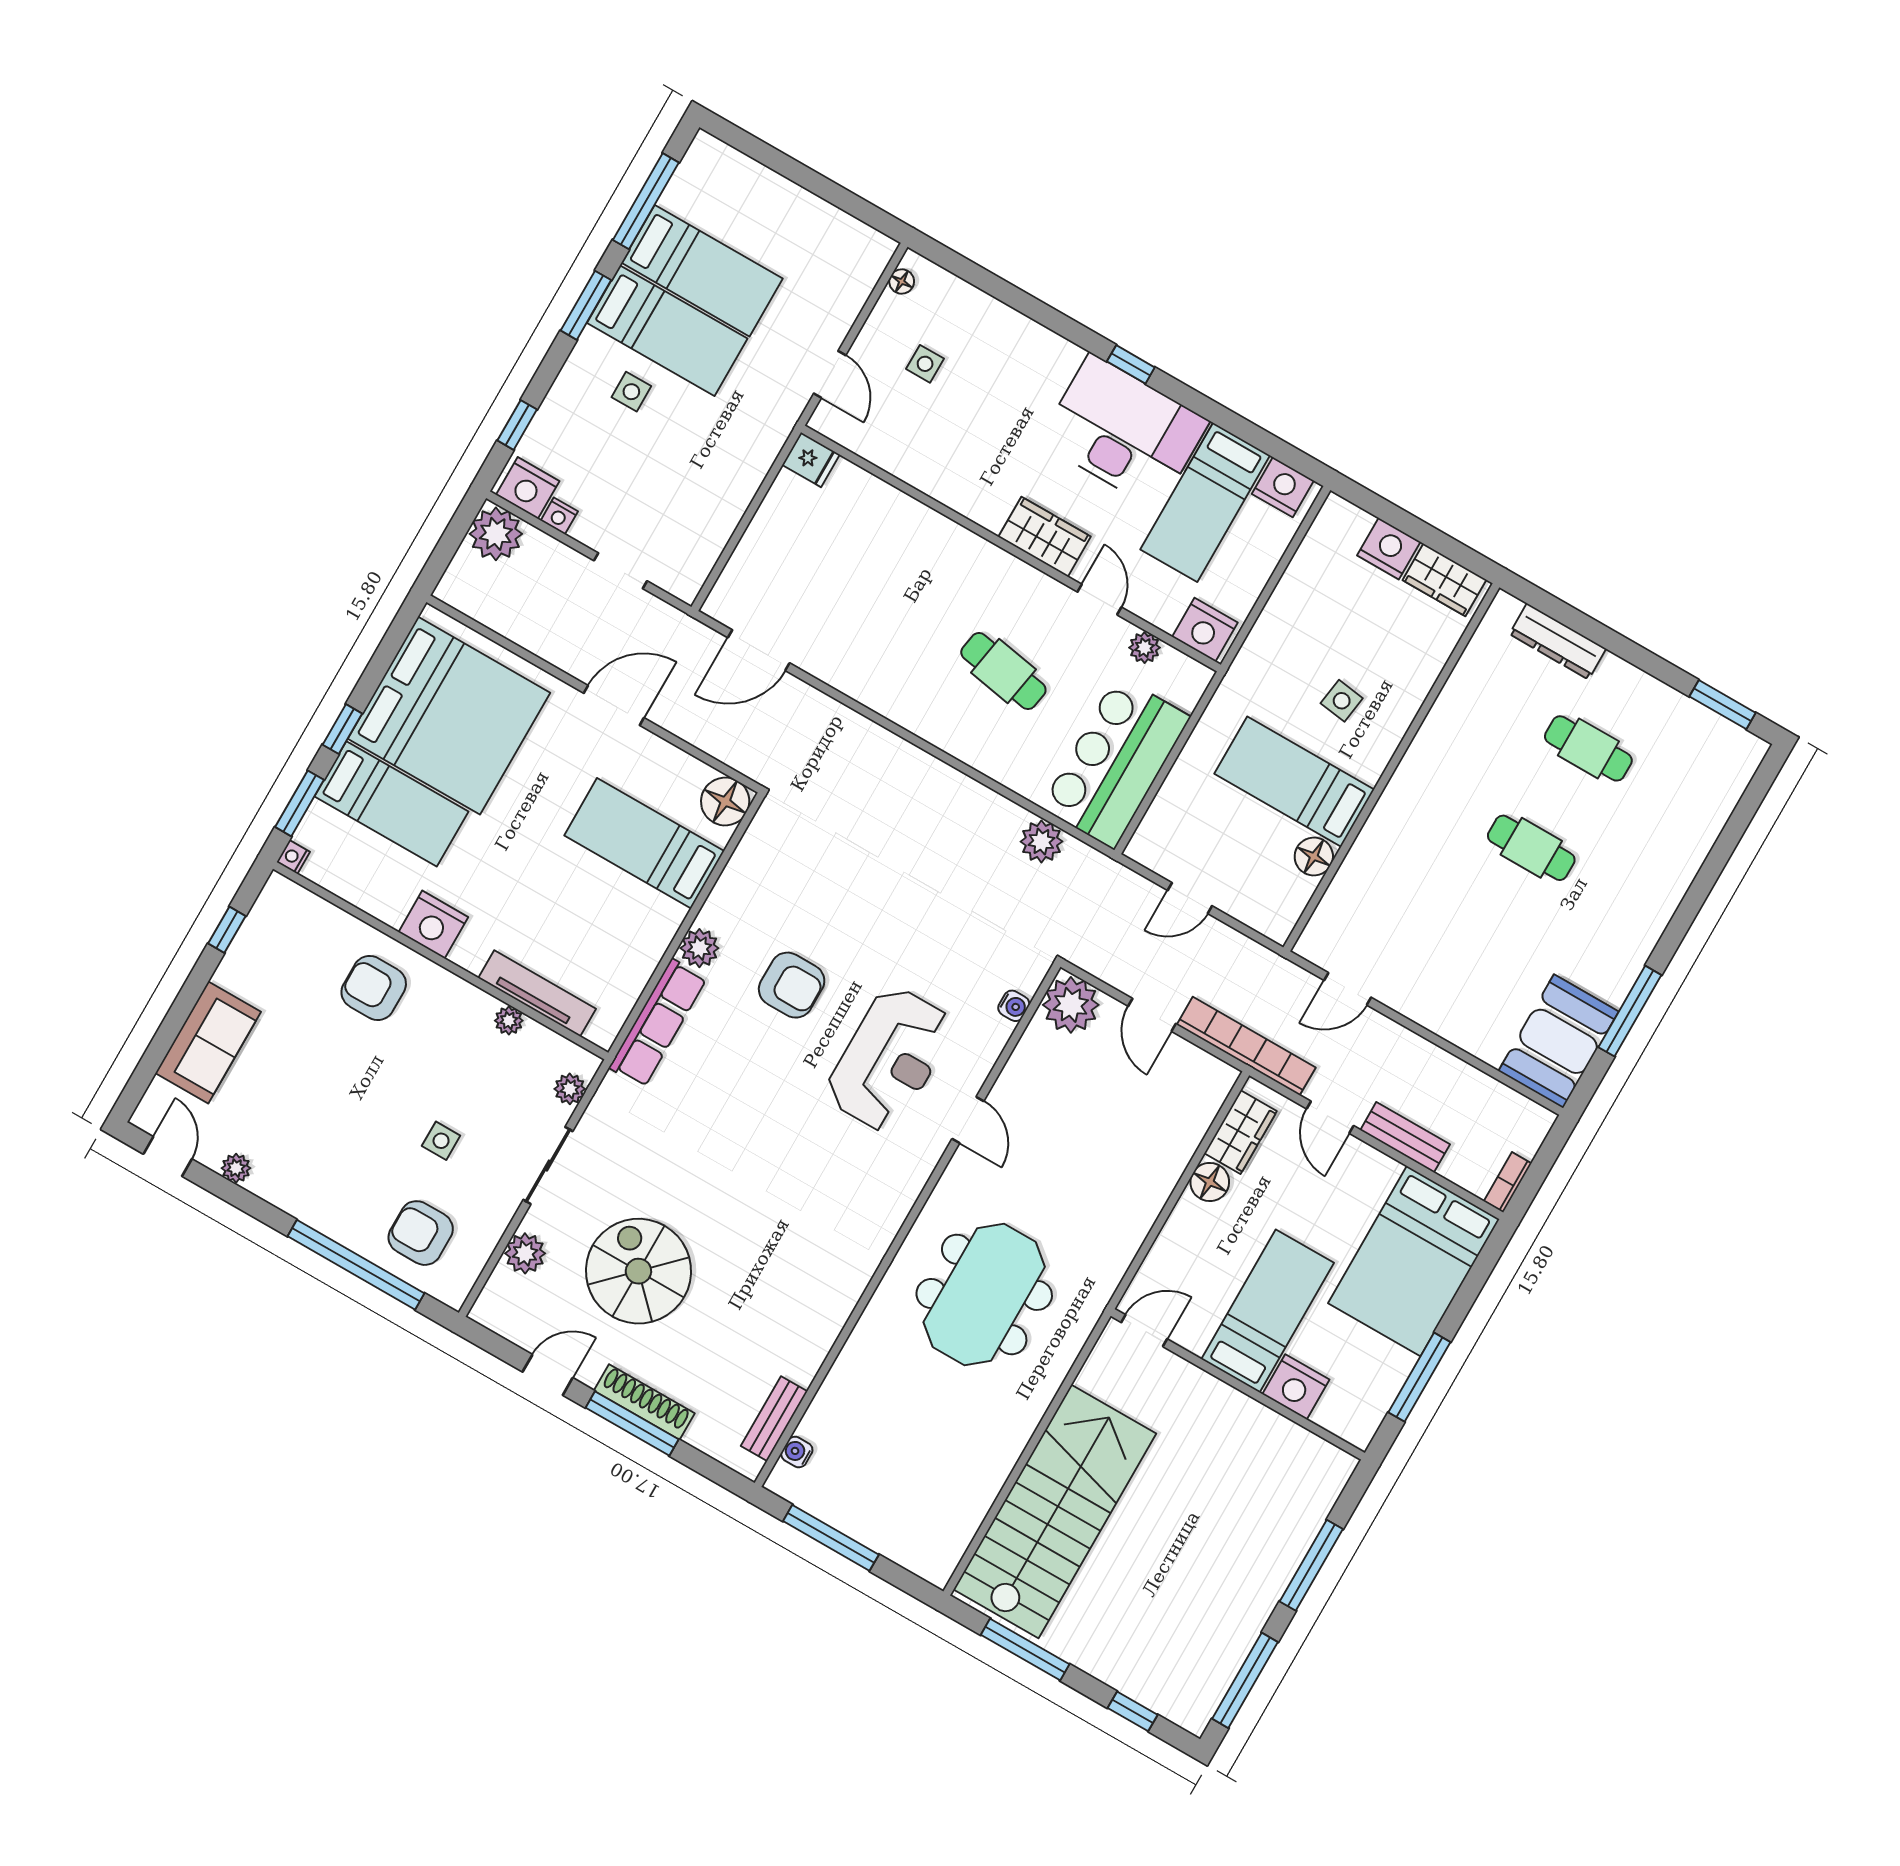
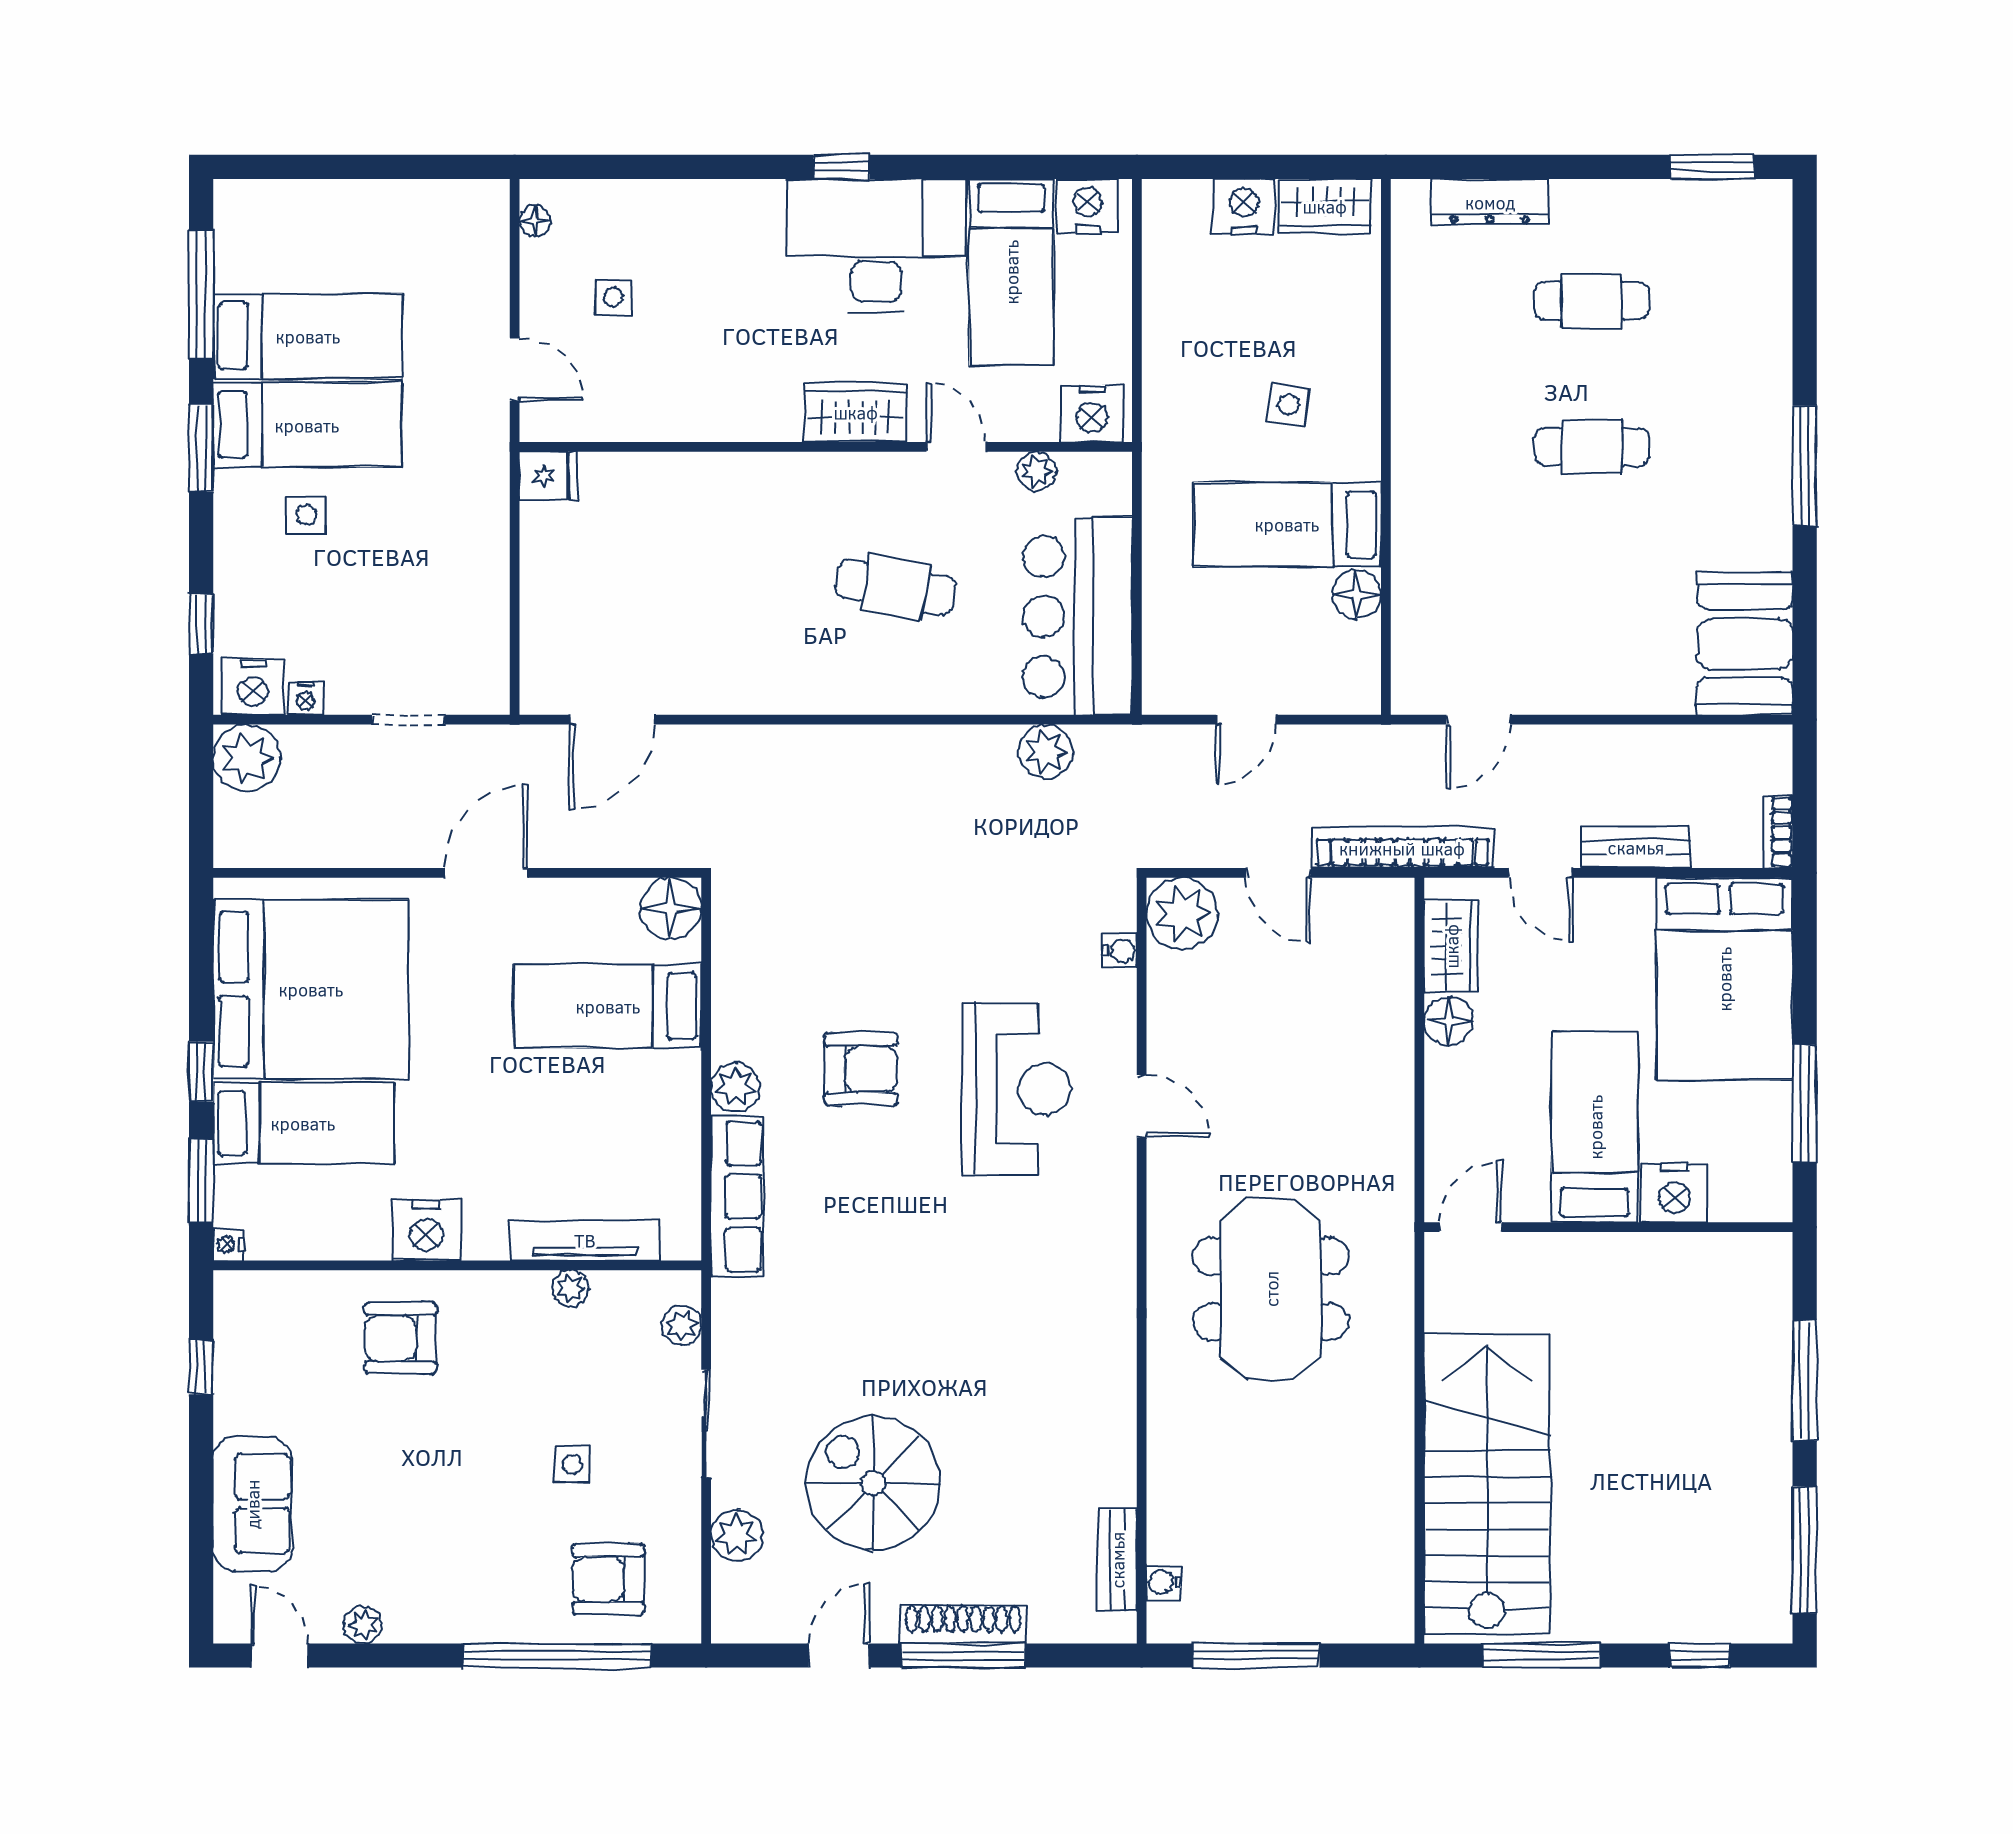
window: (1630, 1011) -> (1805, 466), moved

